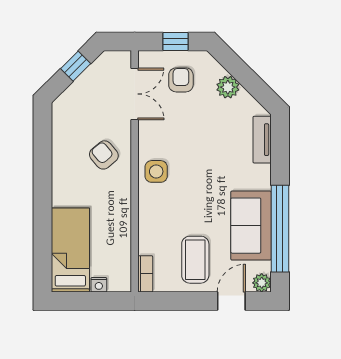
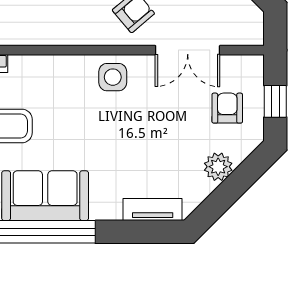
armchair: (181, 80) -> (227, 108), turned -90
double door: (135, 94) -> (188, 50), moved

